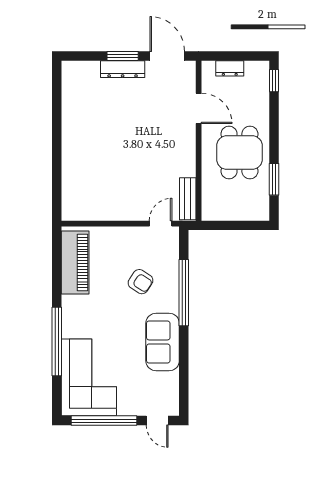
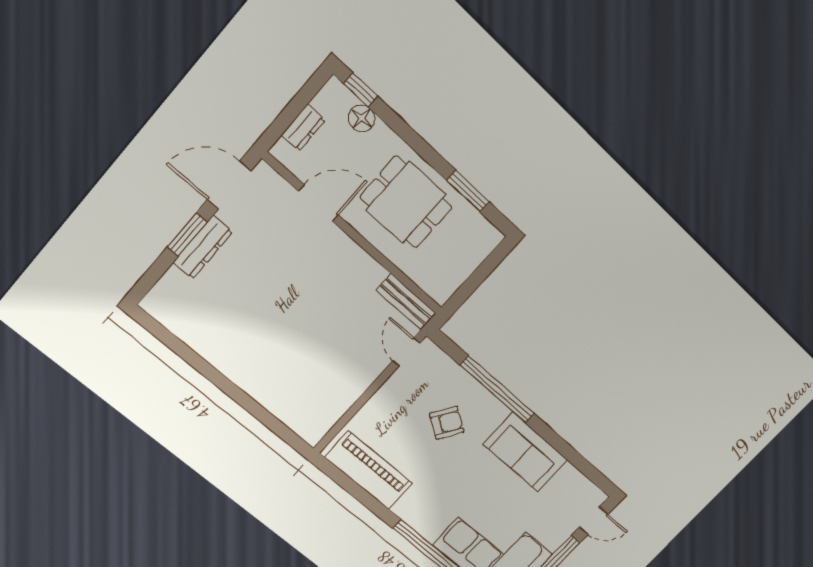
floor lamp: (261, 93) -> (362, 118), added

